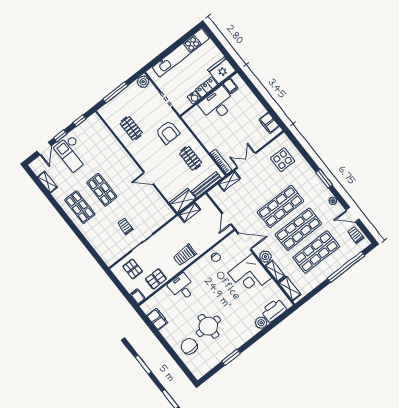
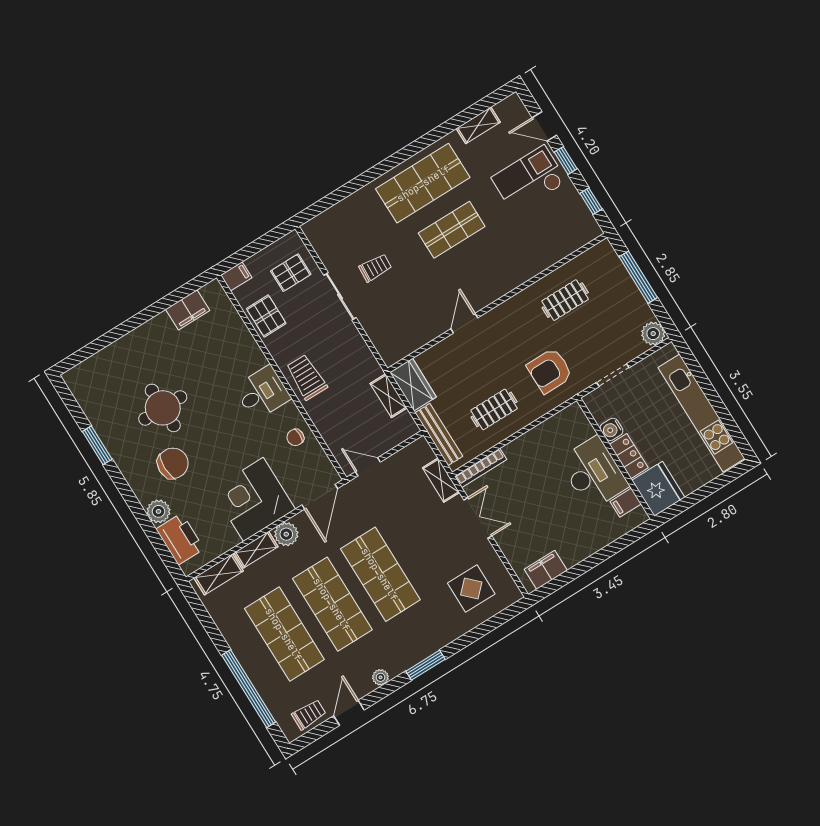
shop shelf: (80, 207) -> (423, 183), width x1.43, depth x1.36
desk: (182, 287) -> (262, 393), moved
chair: (189, 346) -> (173, 463), moved

